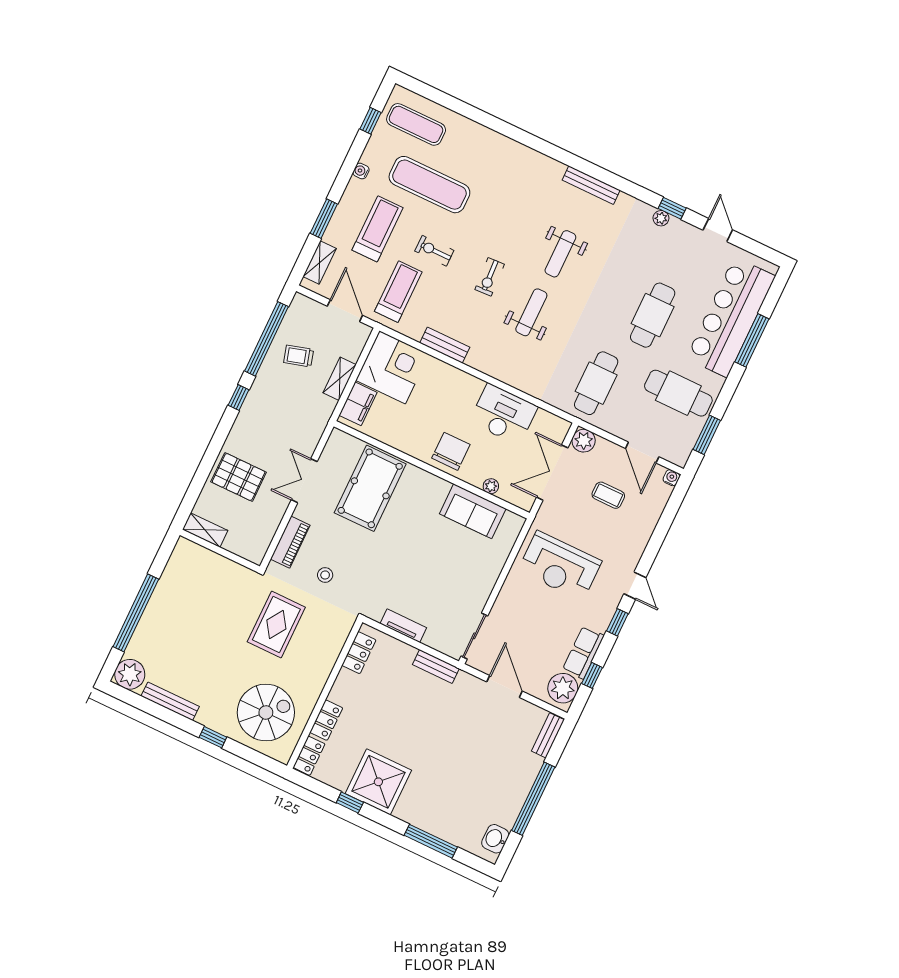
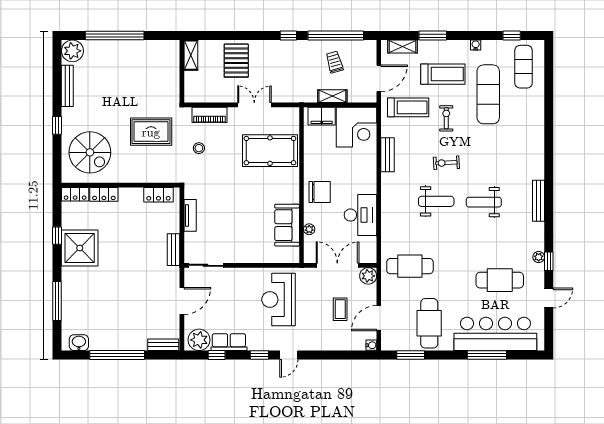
cafe table: (653, 315) -> (500, 280), moved

